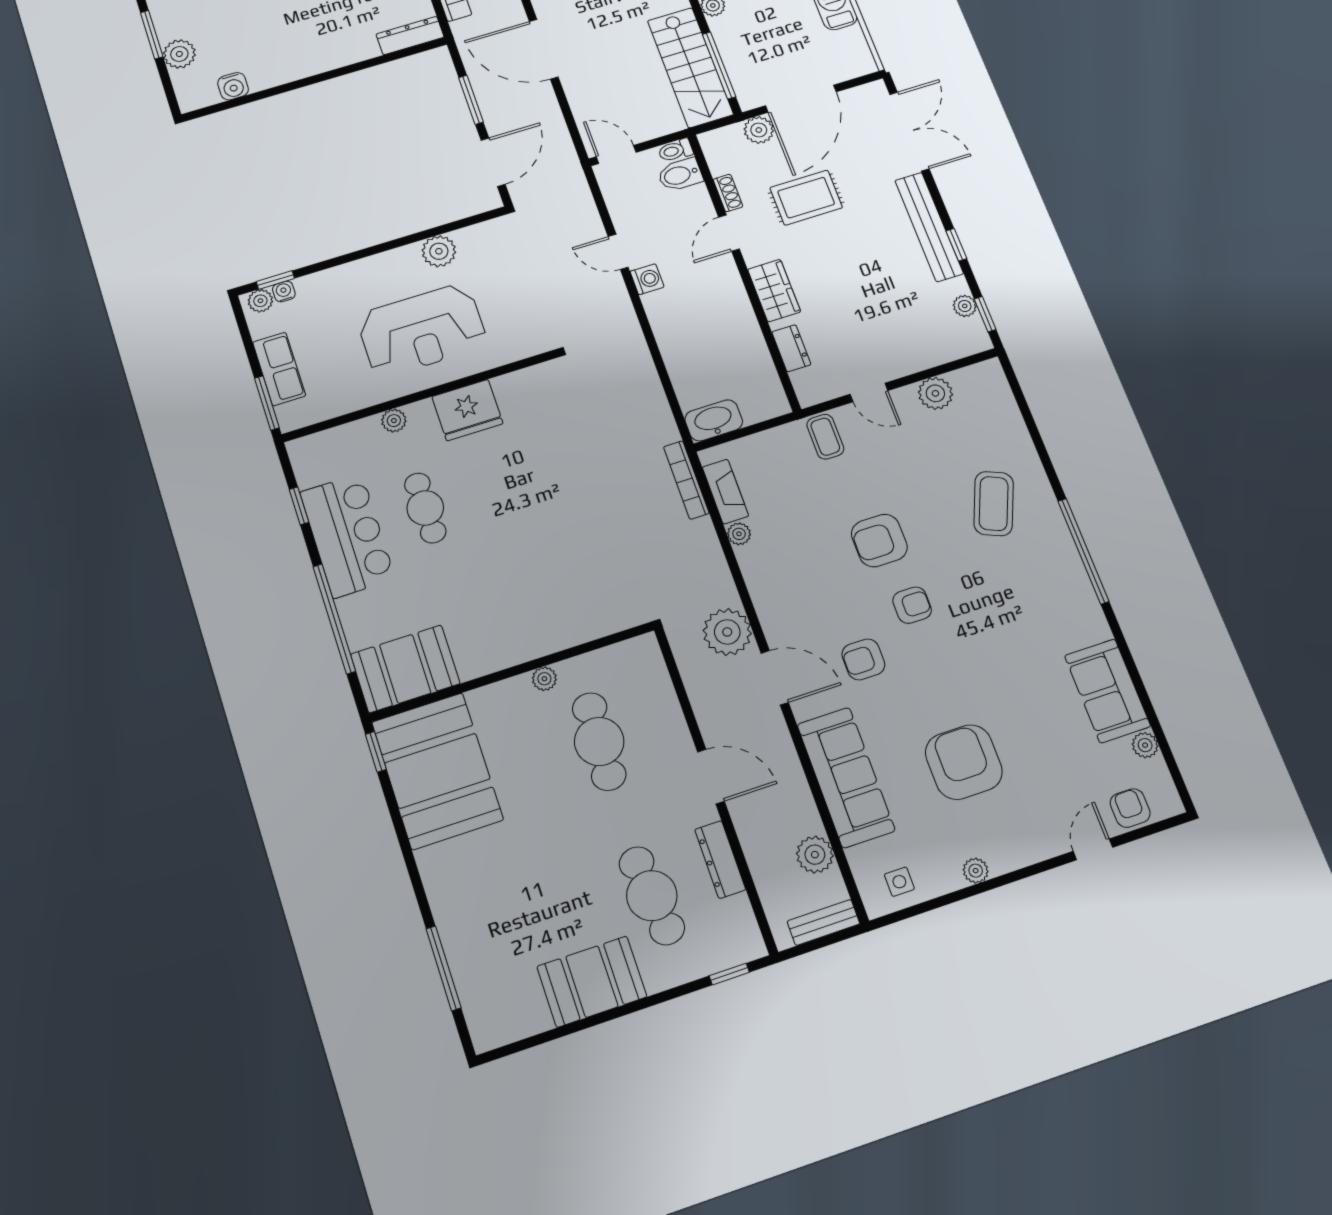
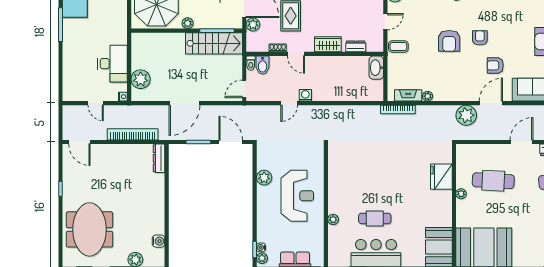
fridge: (467, 410) -> (441, 177), moved, turned 180
washbasin: (714, 420) -> (376, 68), moved
armchair: (863, 659) -> (495, 65), turned 90

